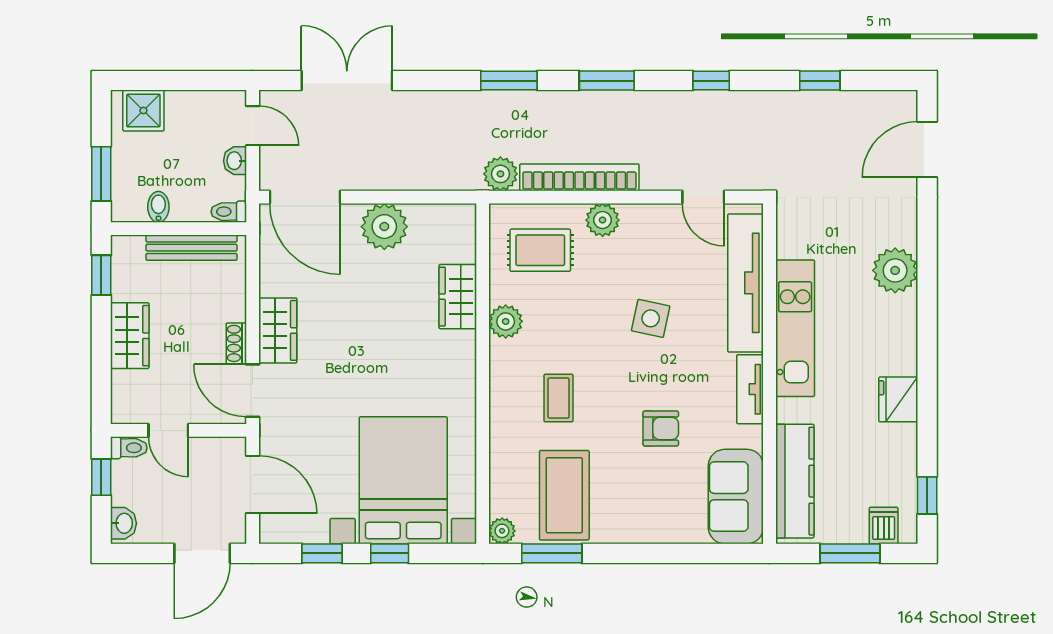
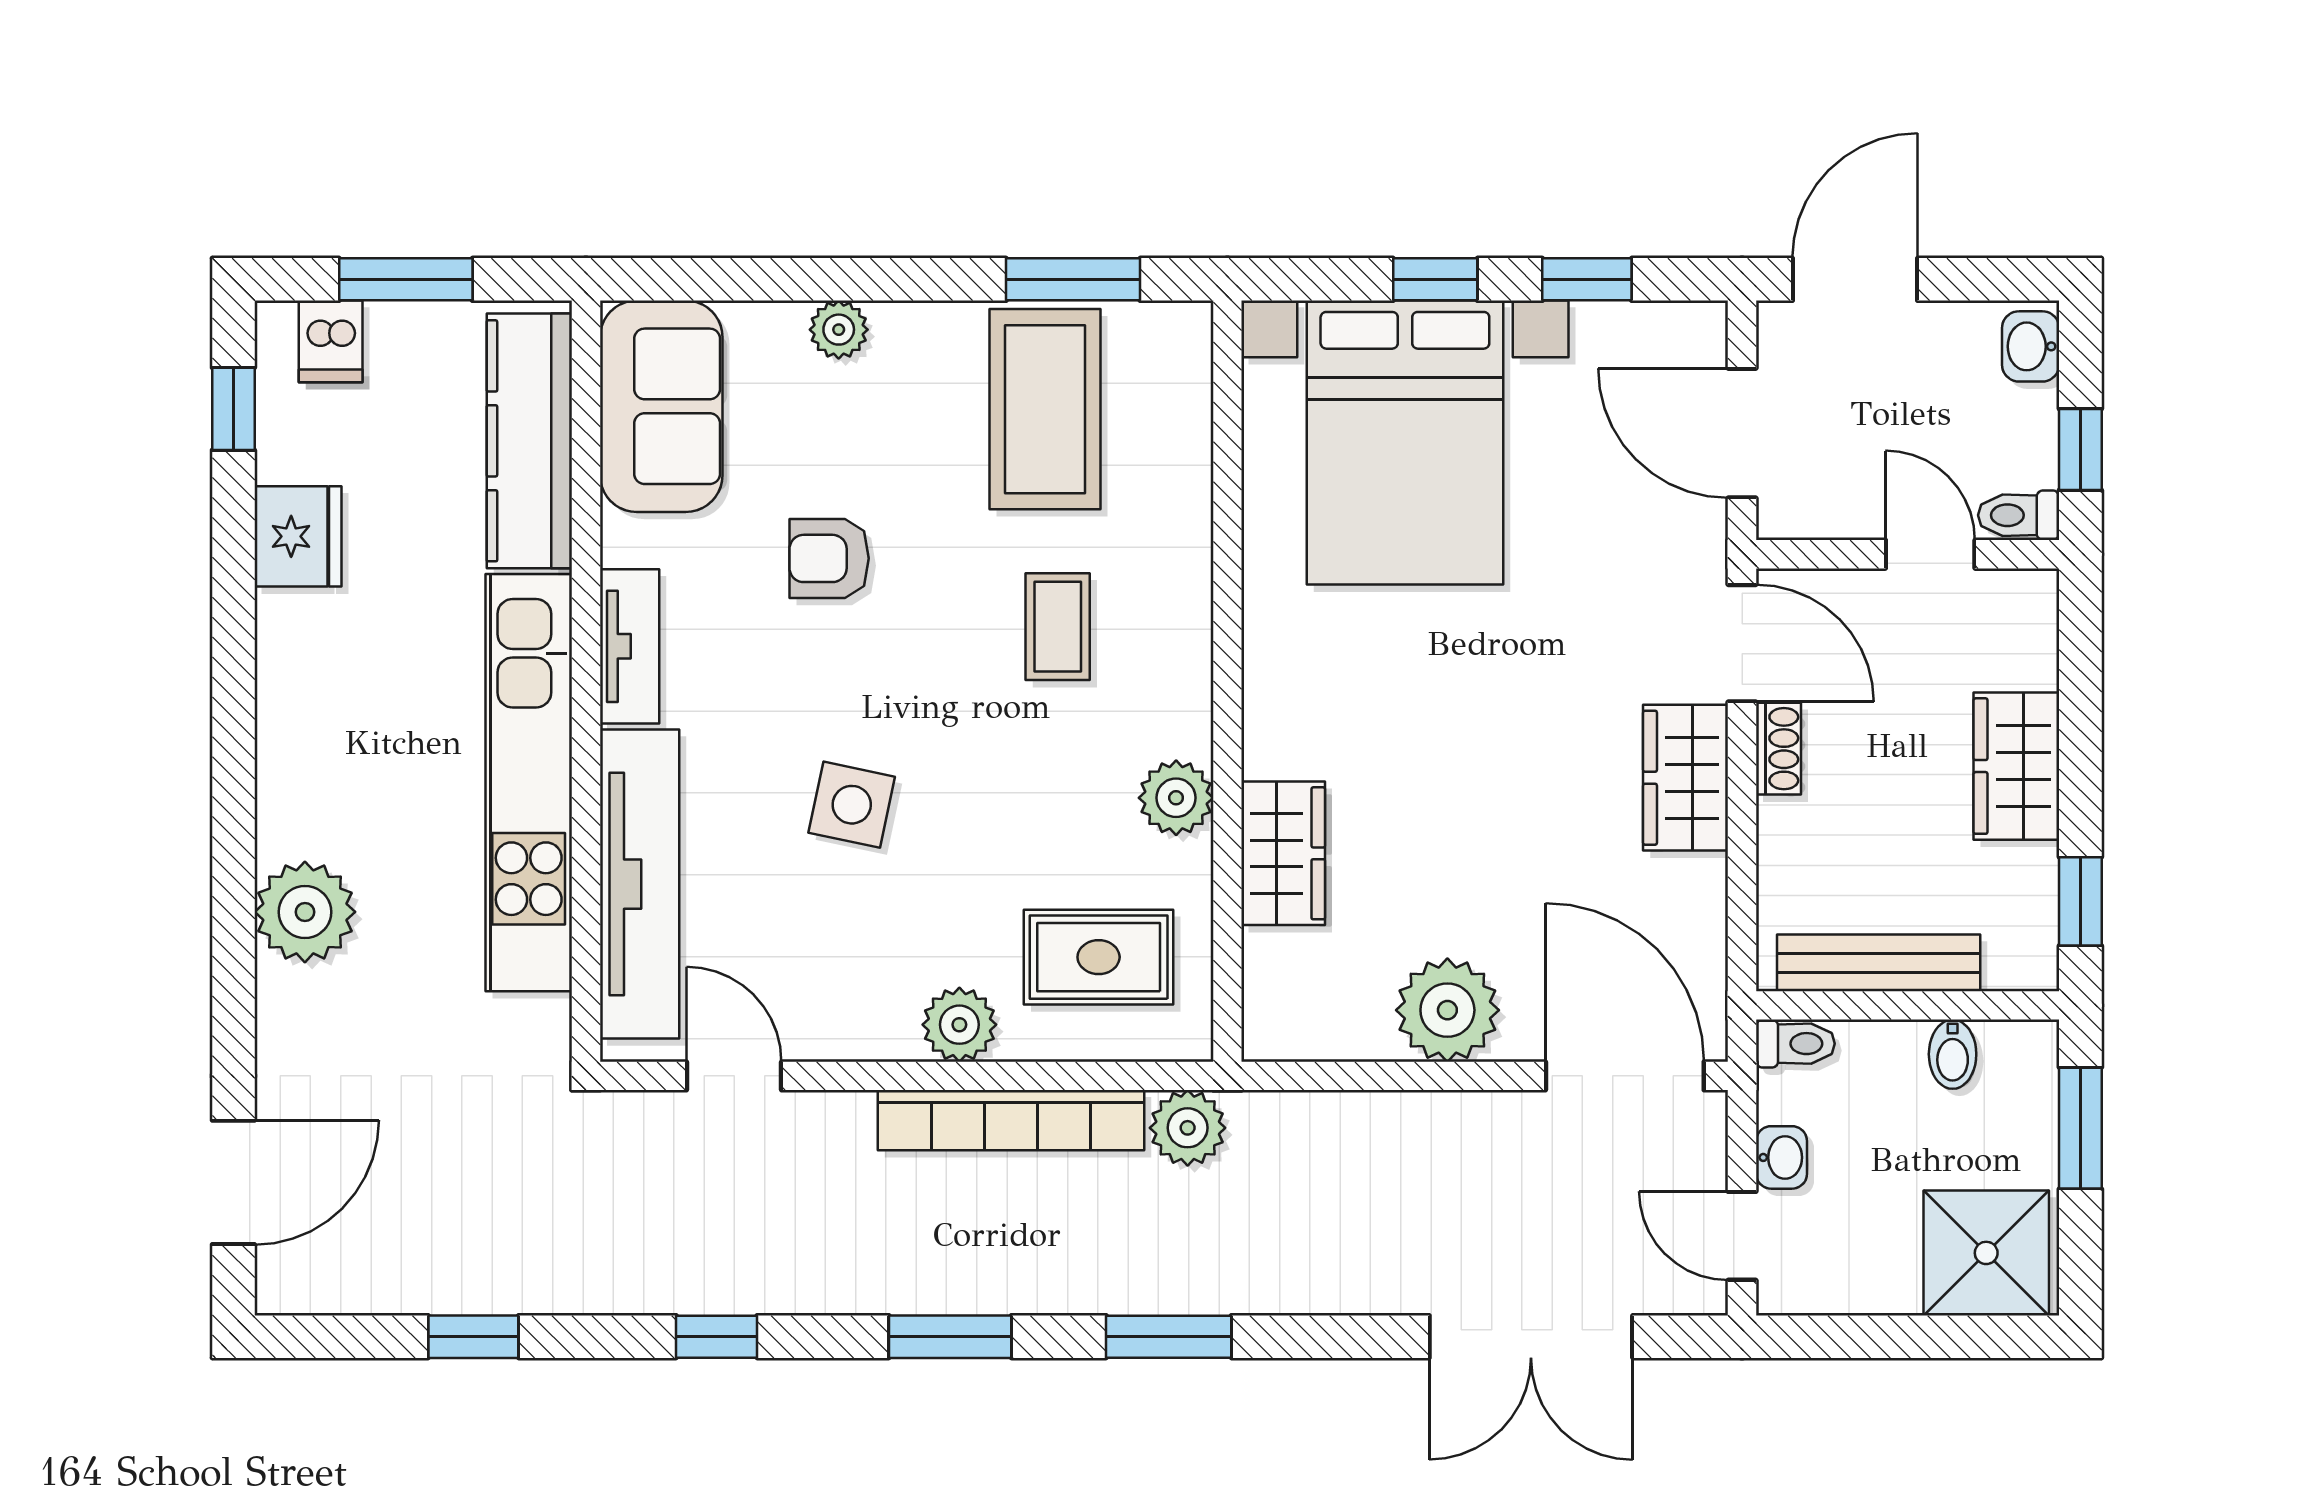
shower: (143, 110) -> (1986, 1253), width x1.36, depth x1.36
kitchen unit: (795, 328) -> (529, 783), width x1.36
fridge: (898, 399) -> (298, 536), moved
plant: (502, 531) -> (839, 330), moved

